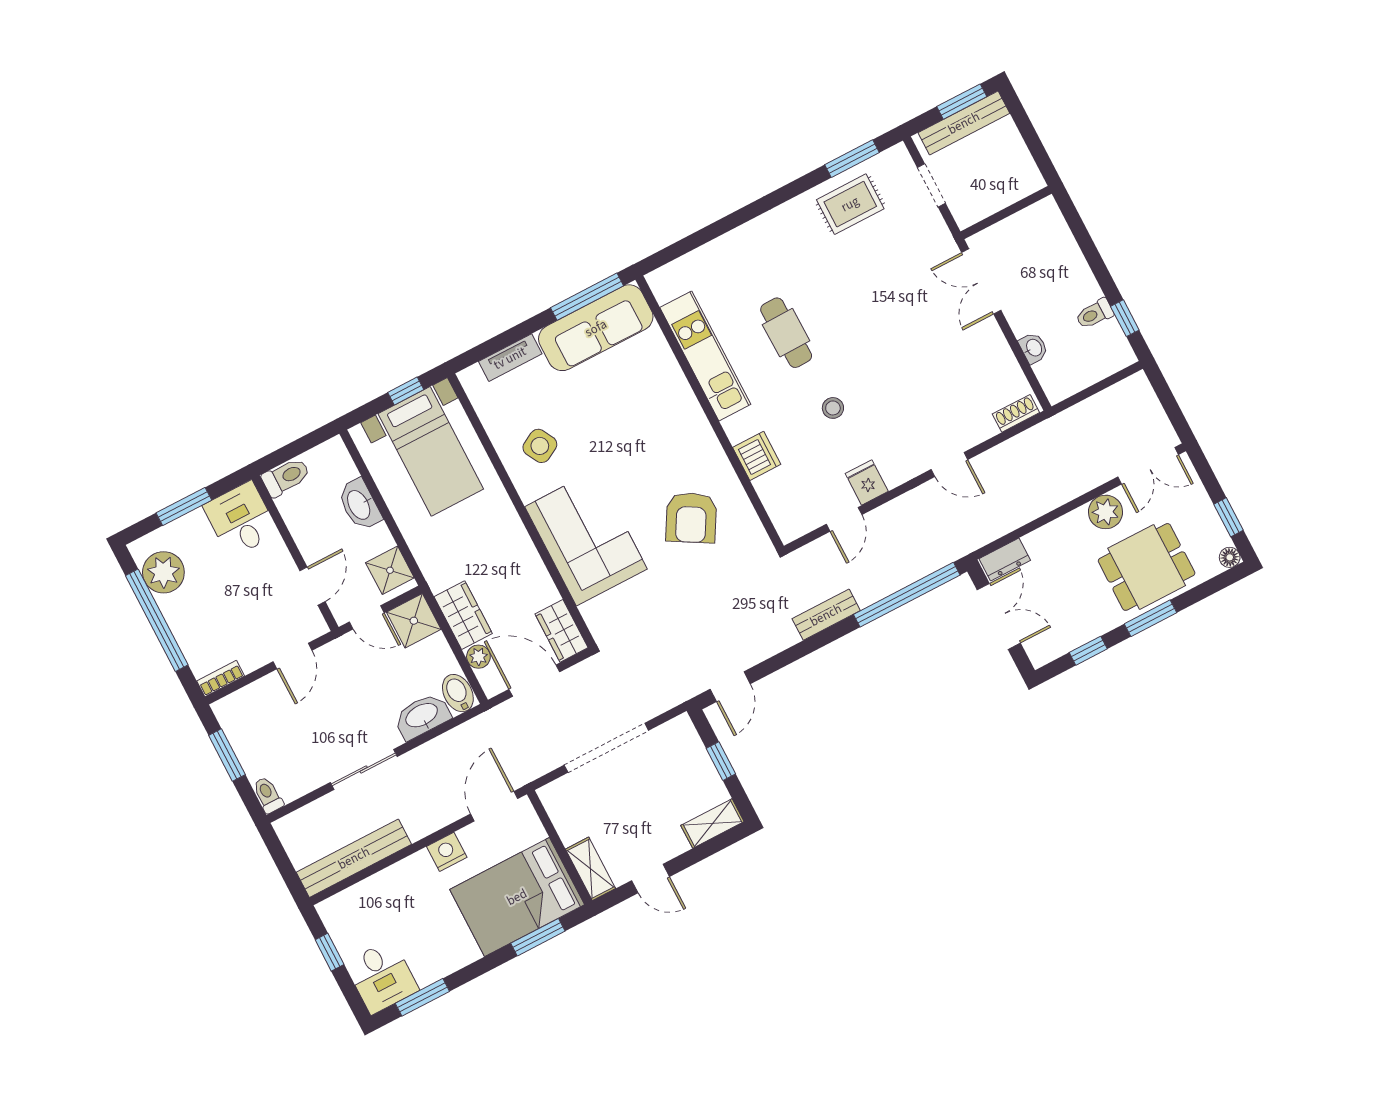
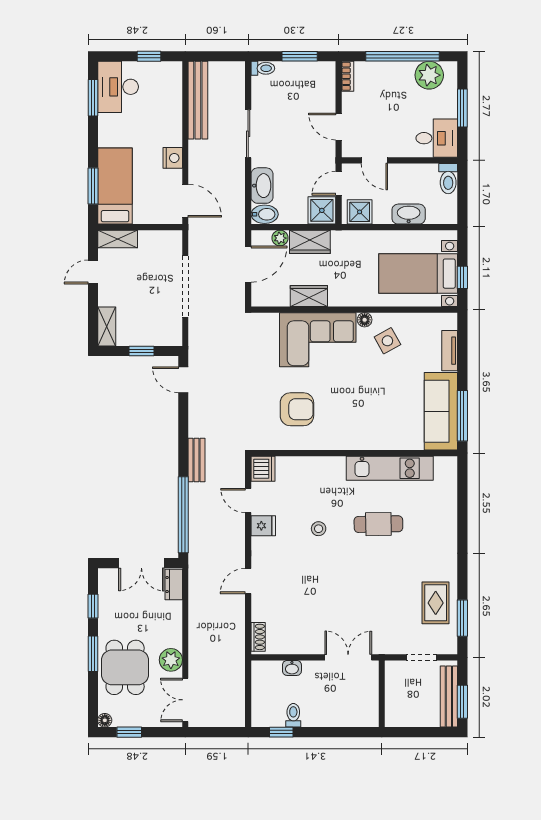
dishwasher: (757, 456) -> (263, 469), moved, turned -90
floor lamp: (528, 490) -> (365, 320), added
armchair: (691, 518) -> (297, 409), turned 150
wardrobe: (562, 631) -> (309, 296), moved
bed: (517, 897) -> (115, 186), width x0.67
desk: (382, 977) -> (118, 87), width x1.37

